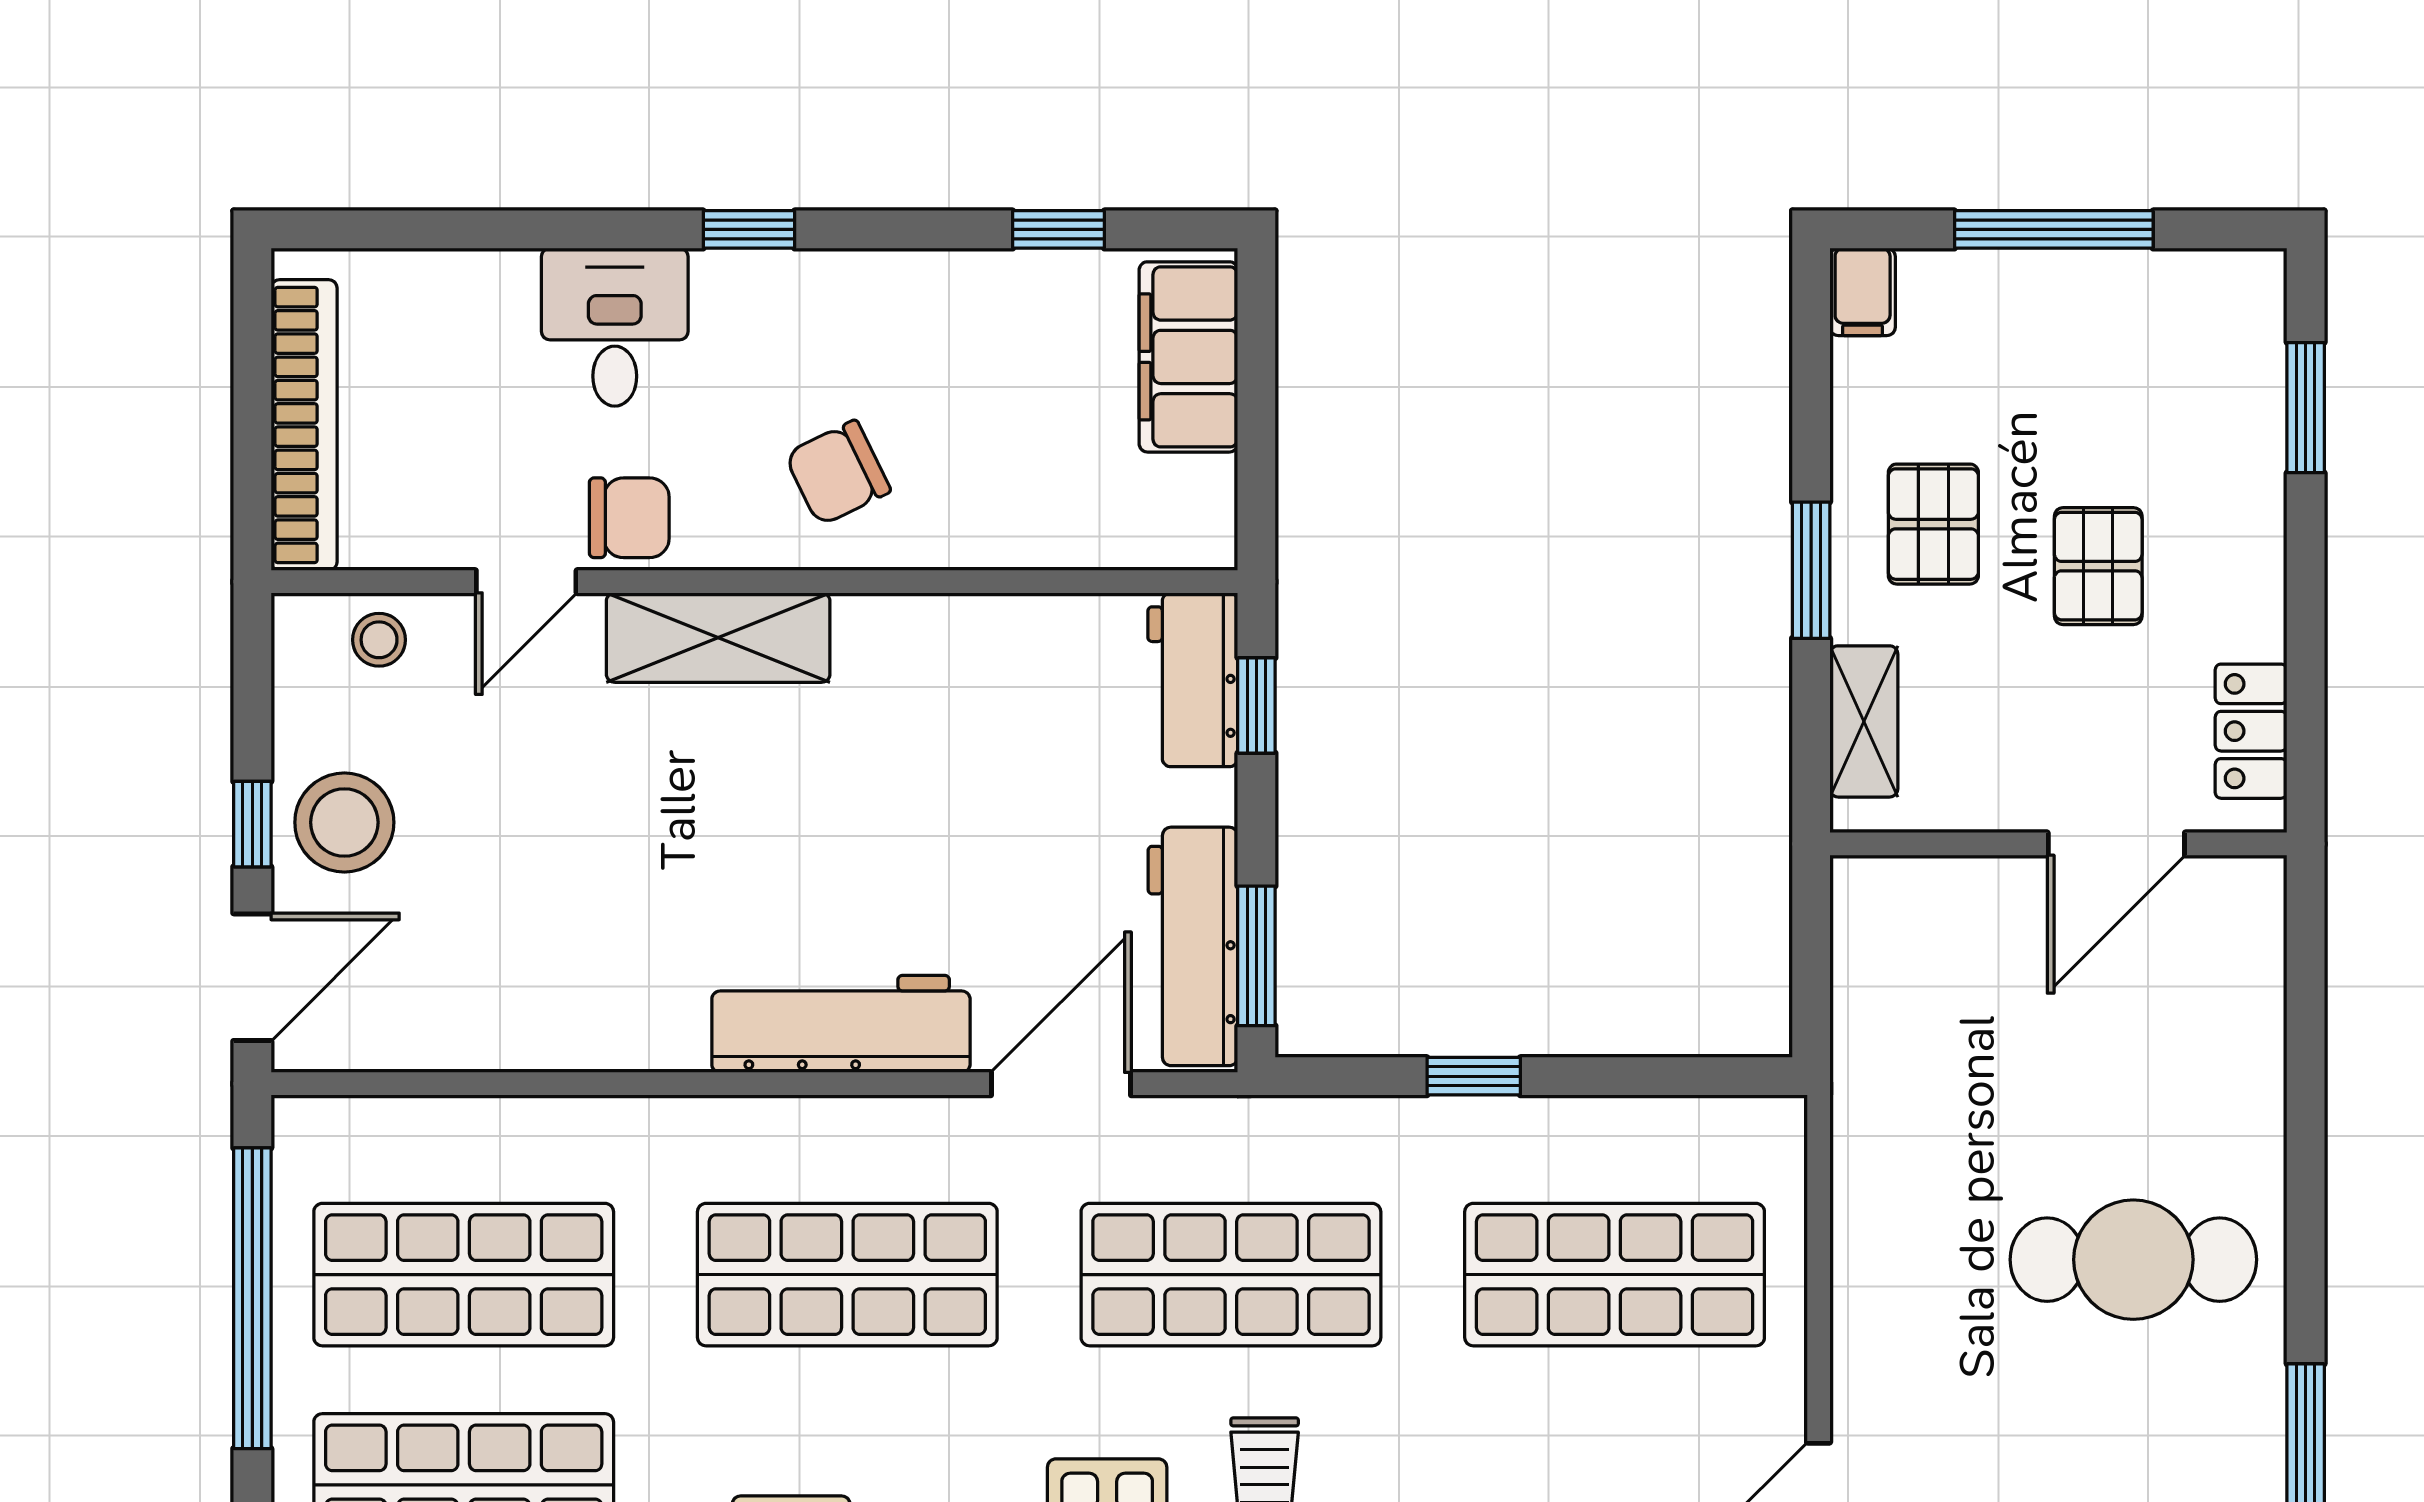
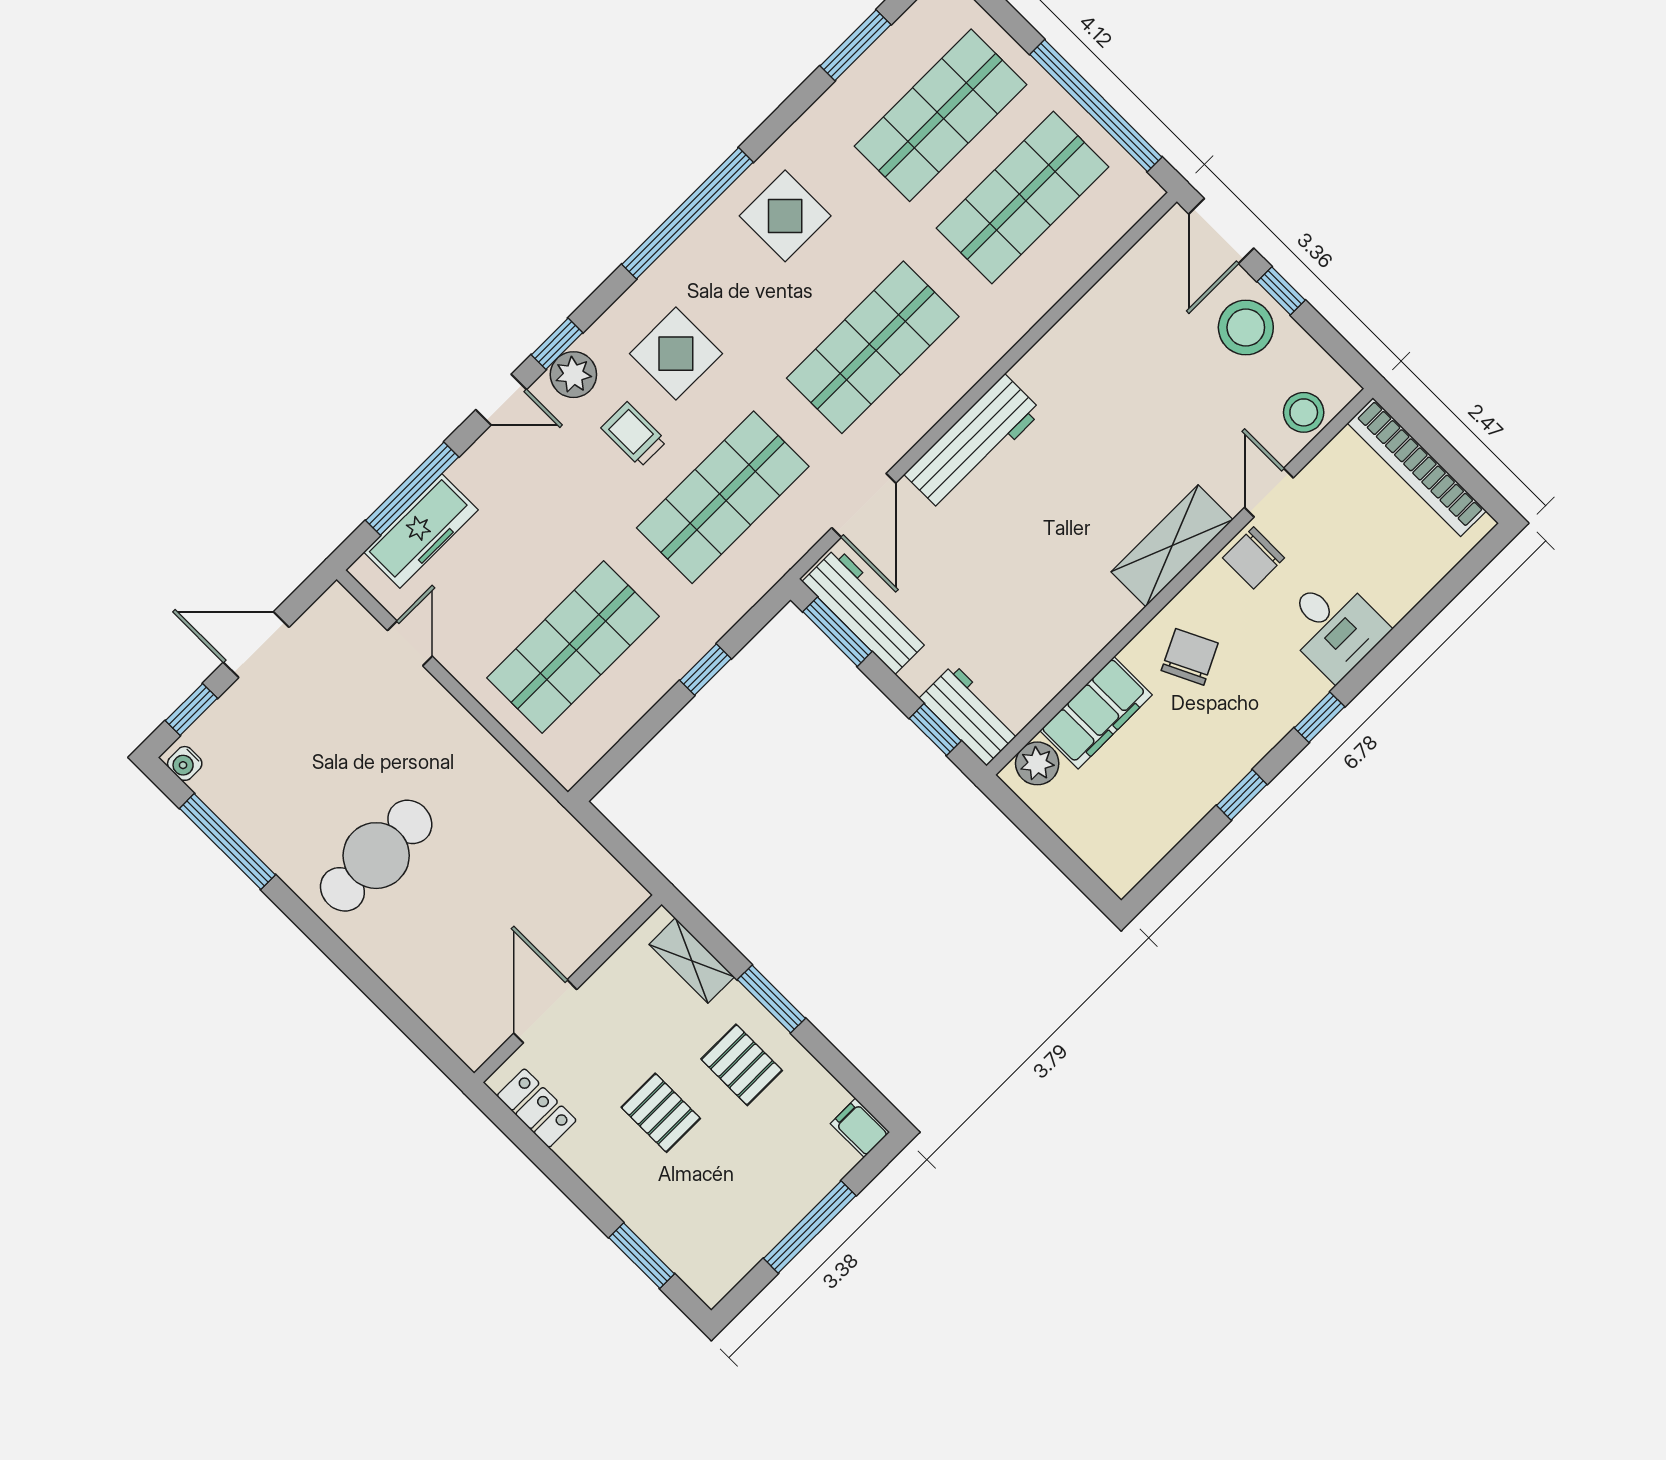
window: (1059, 229) -> (1242, 795), moved
filing cabinet: (1188, 357) -> (1096, 713), moved, turned 90
plant: (1169, 531) -> (1037, 763), added
stool: (379, 640) -> (1304, 412), width x1.37, depth x1.37

